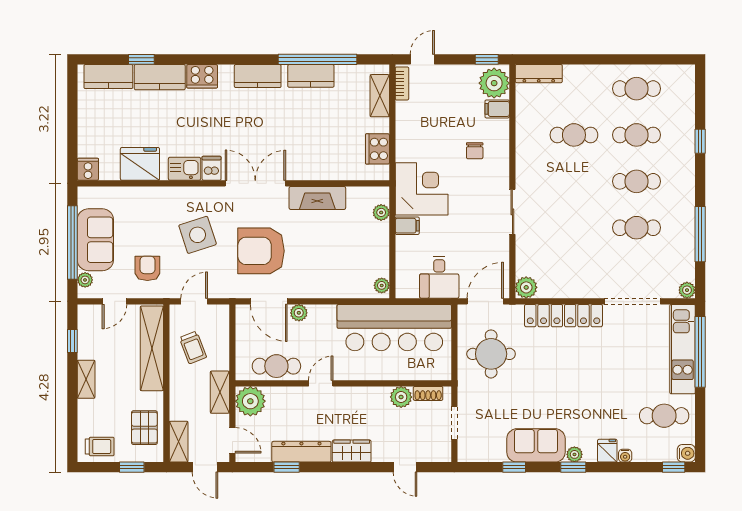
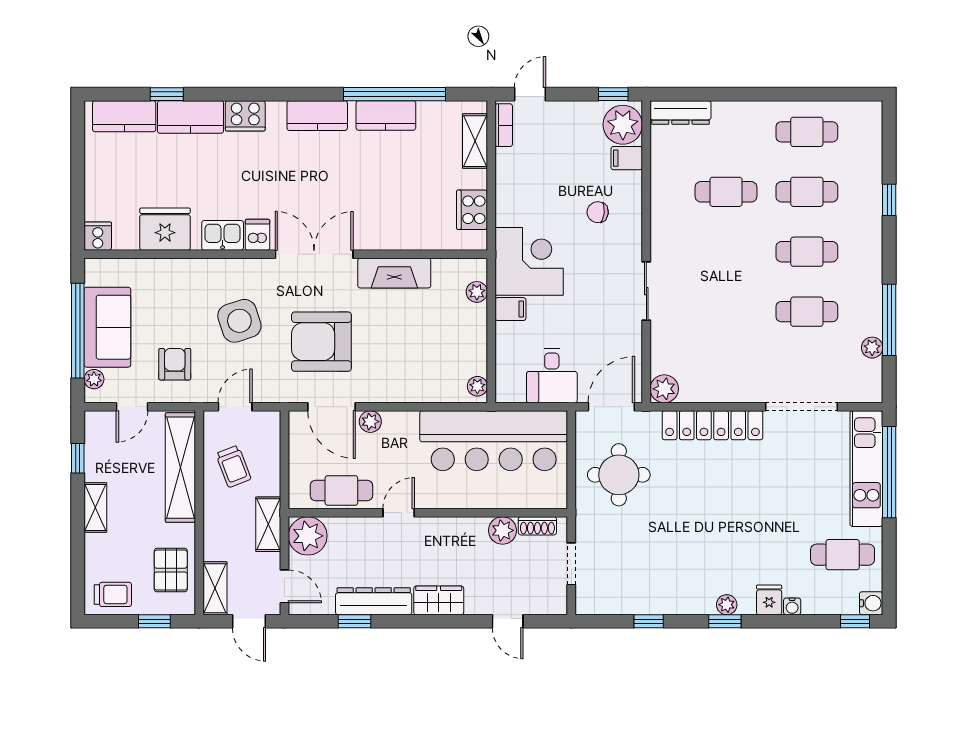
chair: (475, 151) -> (598, 212), turned 96
plant: (687, 290) -> (872, 348), moved
sofa: (536, 445) -> (677, 593), removed

